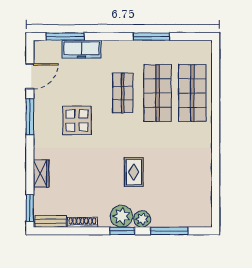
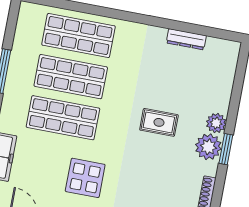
shop shelf: (123, 93) -> (63, 118), width x1.43, depth x1.36
dresser: (206, 182) -> (186, 39), added
window: (169, 231) -> (236, 93), removed

